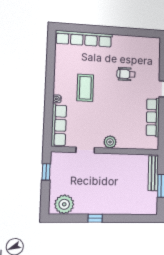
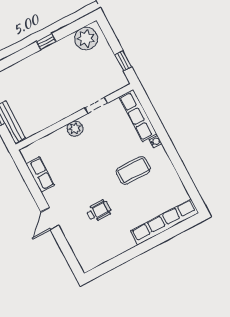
coffee table: (85, 88) -> (133, 170), turned 90
row of seats: (153, 117) -> (40, 174), width x0.68

